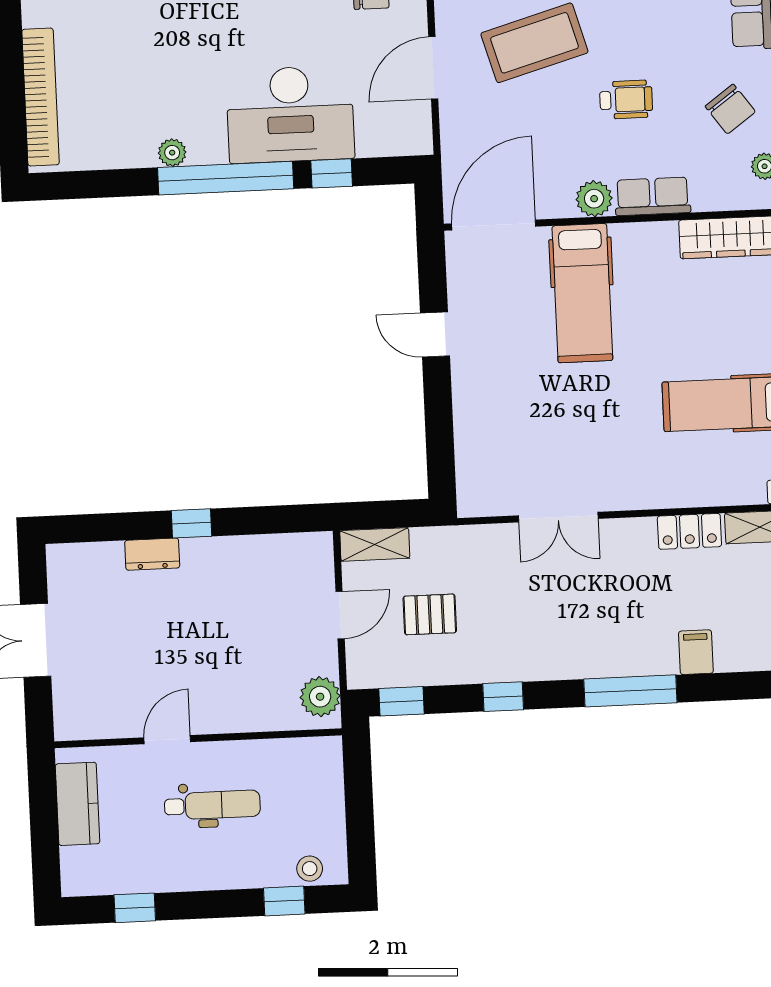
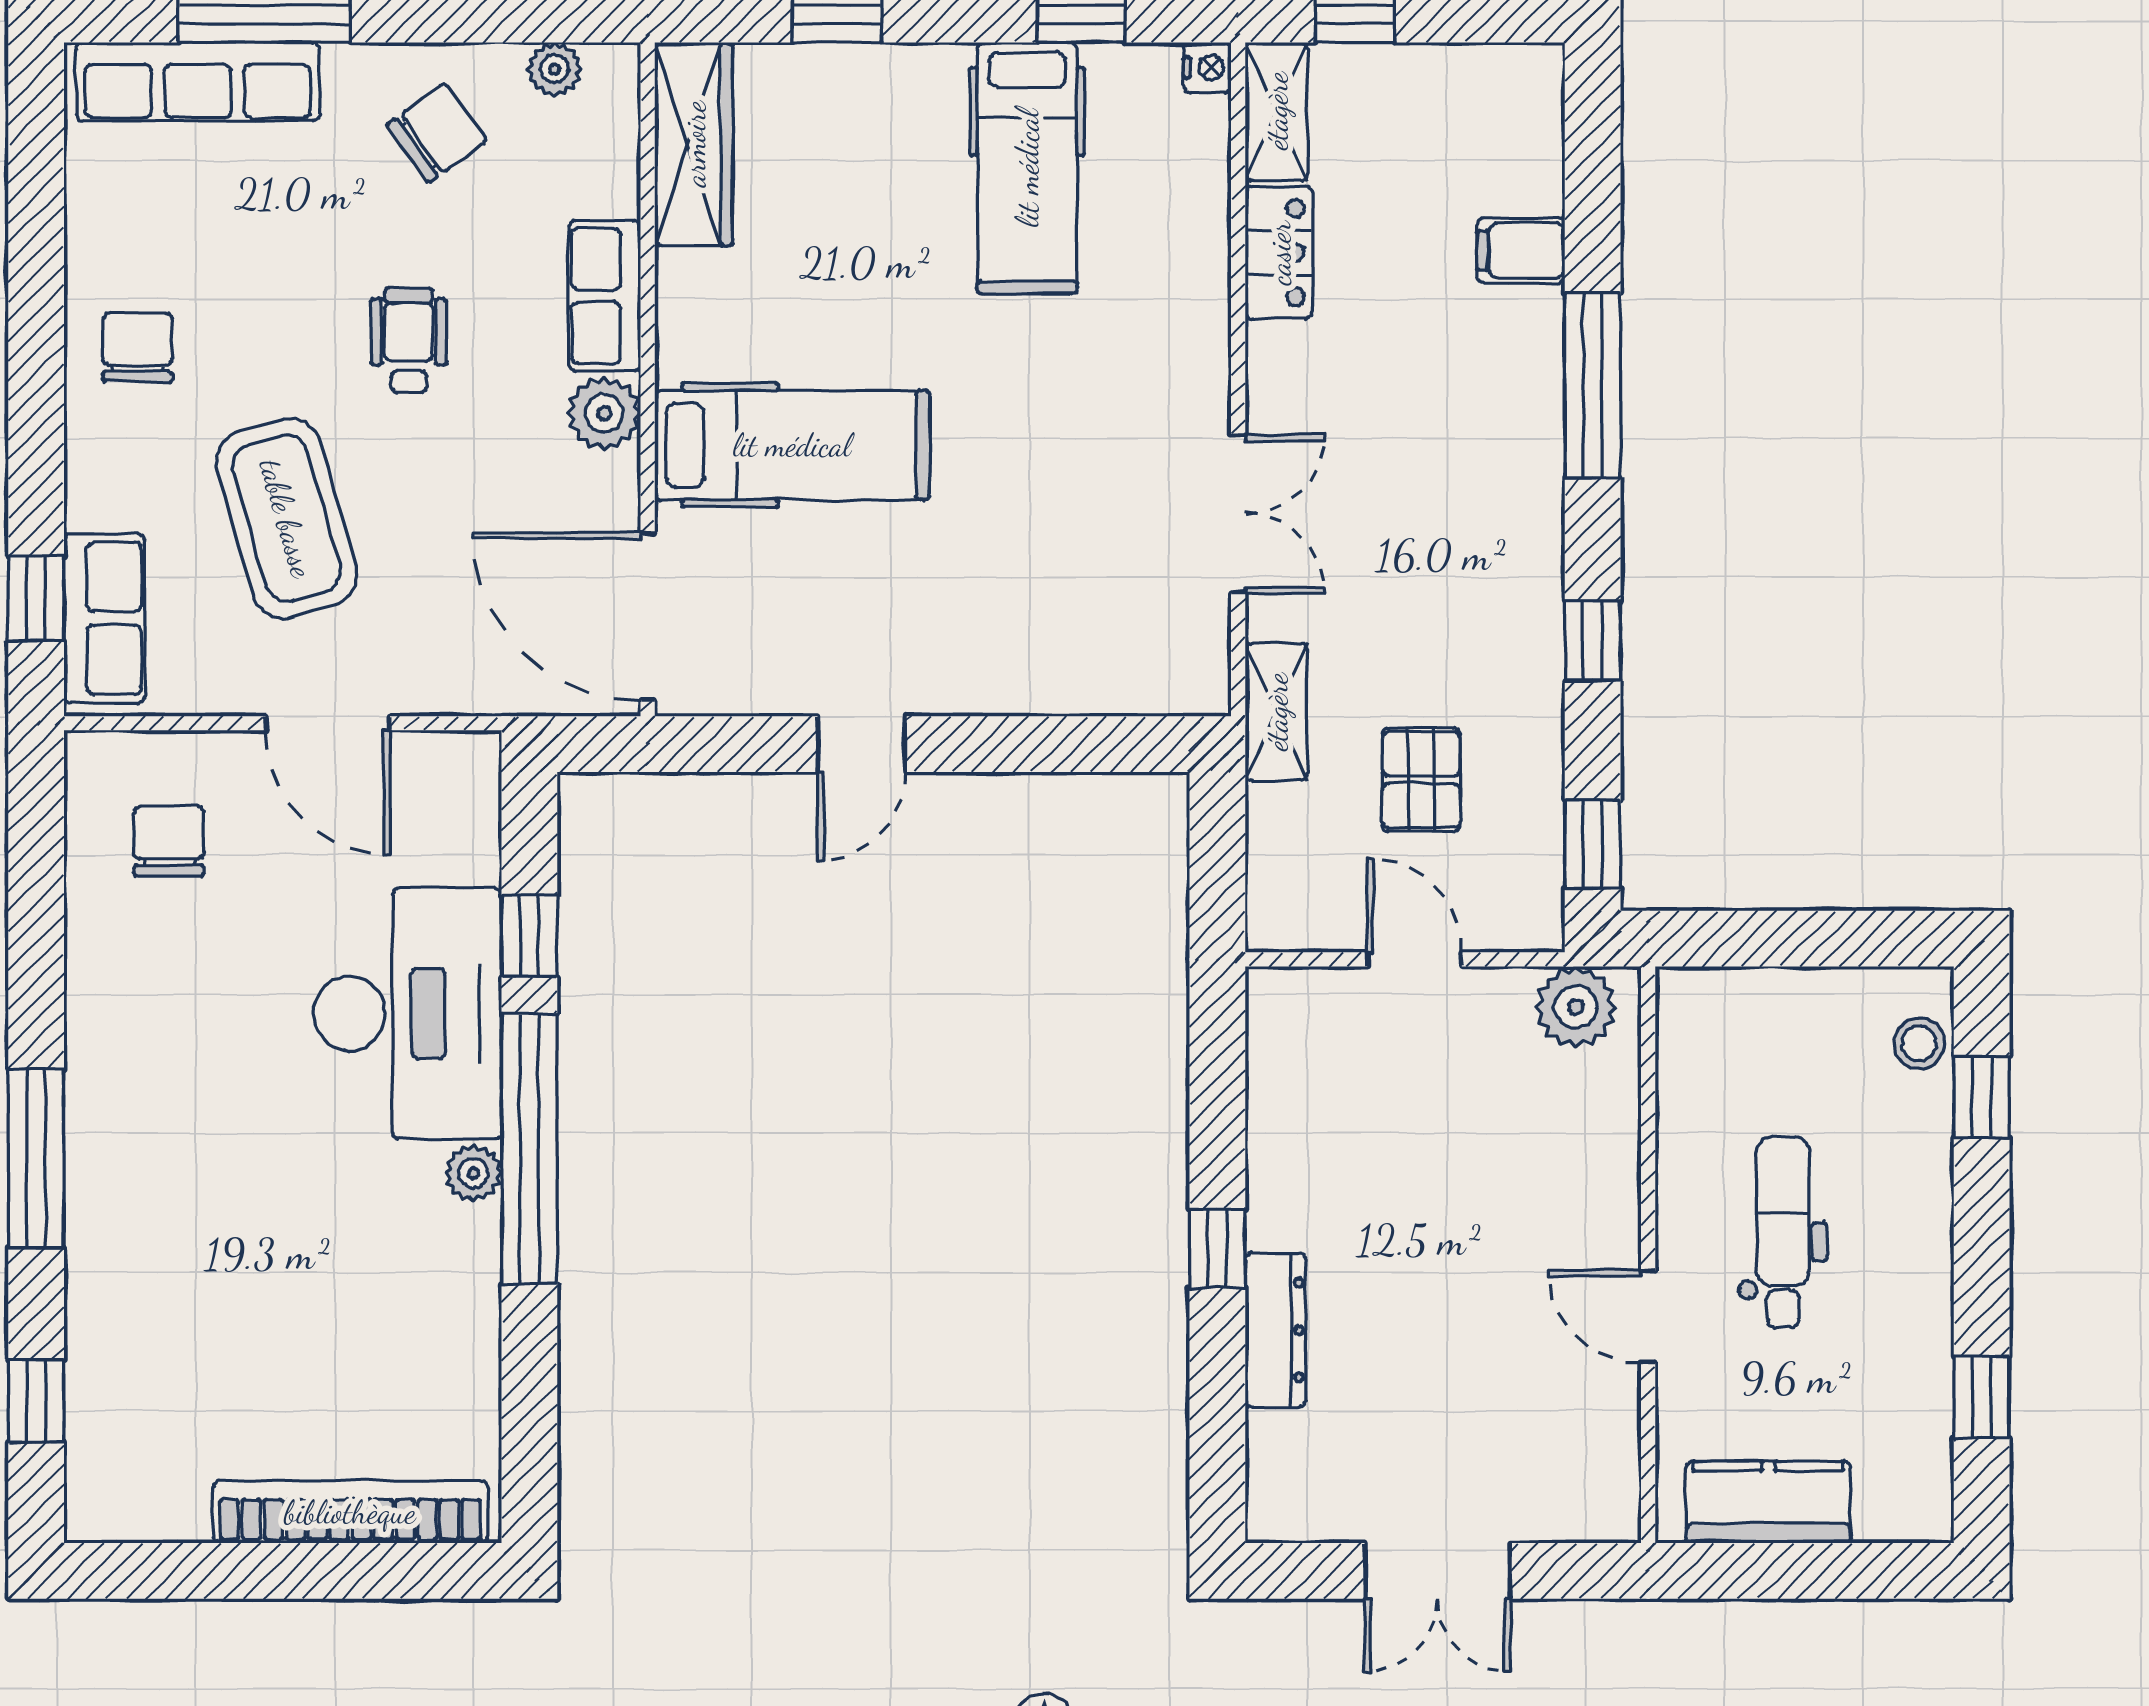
plant: (172, 153) -> (473, 1173), moved
shelving: (375, 544) -> (1276, 712), moved
dresser: (152, 554) -> (1275, 1330), width x1.44

